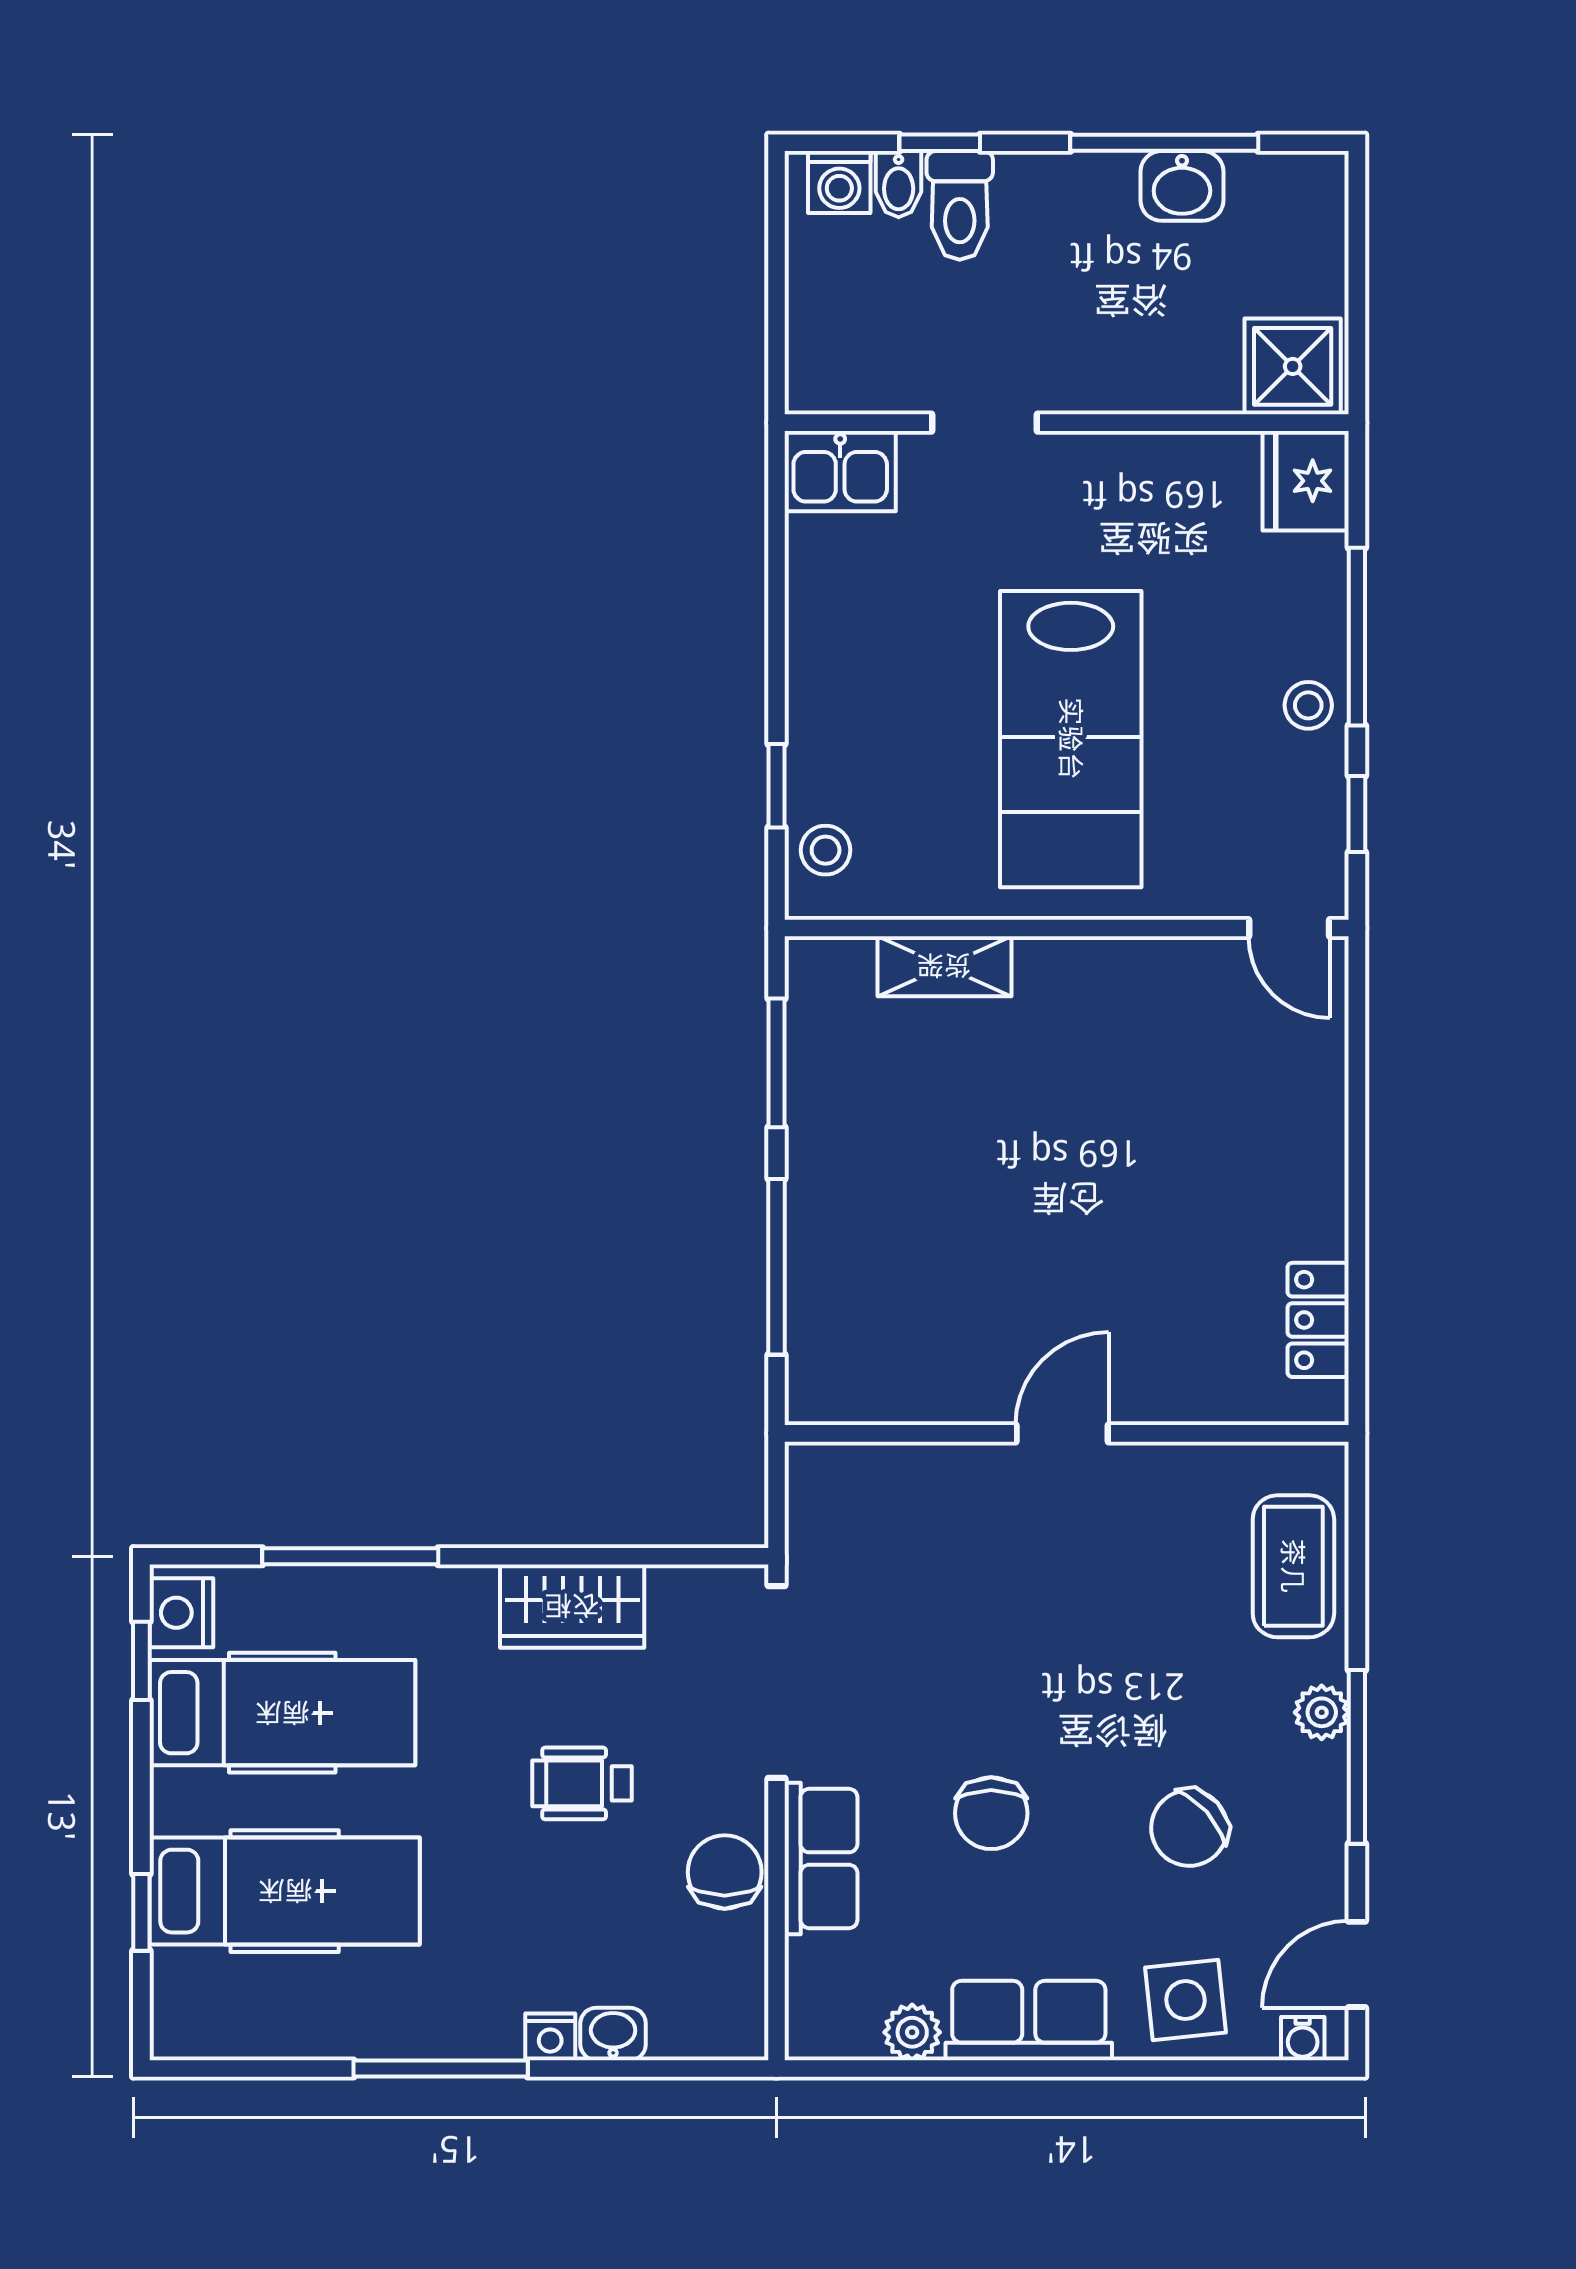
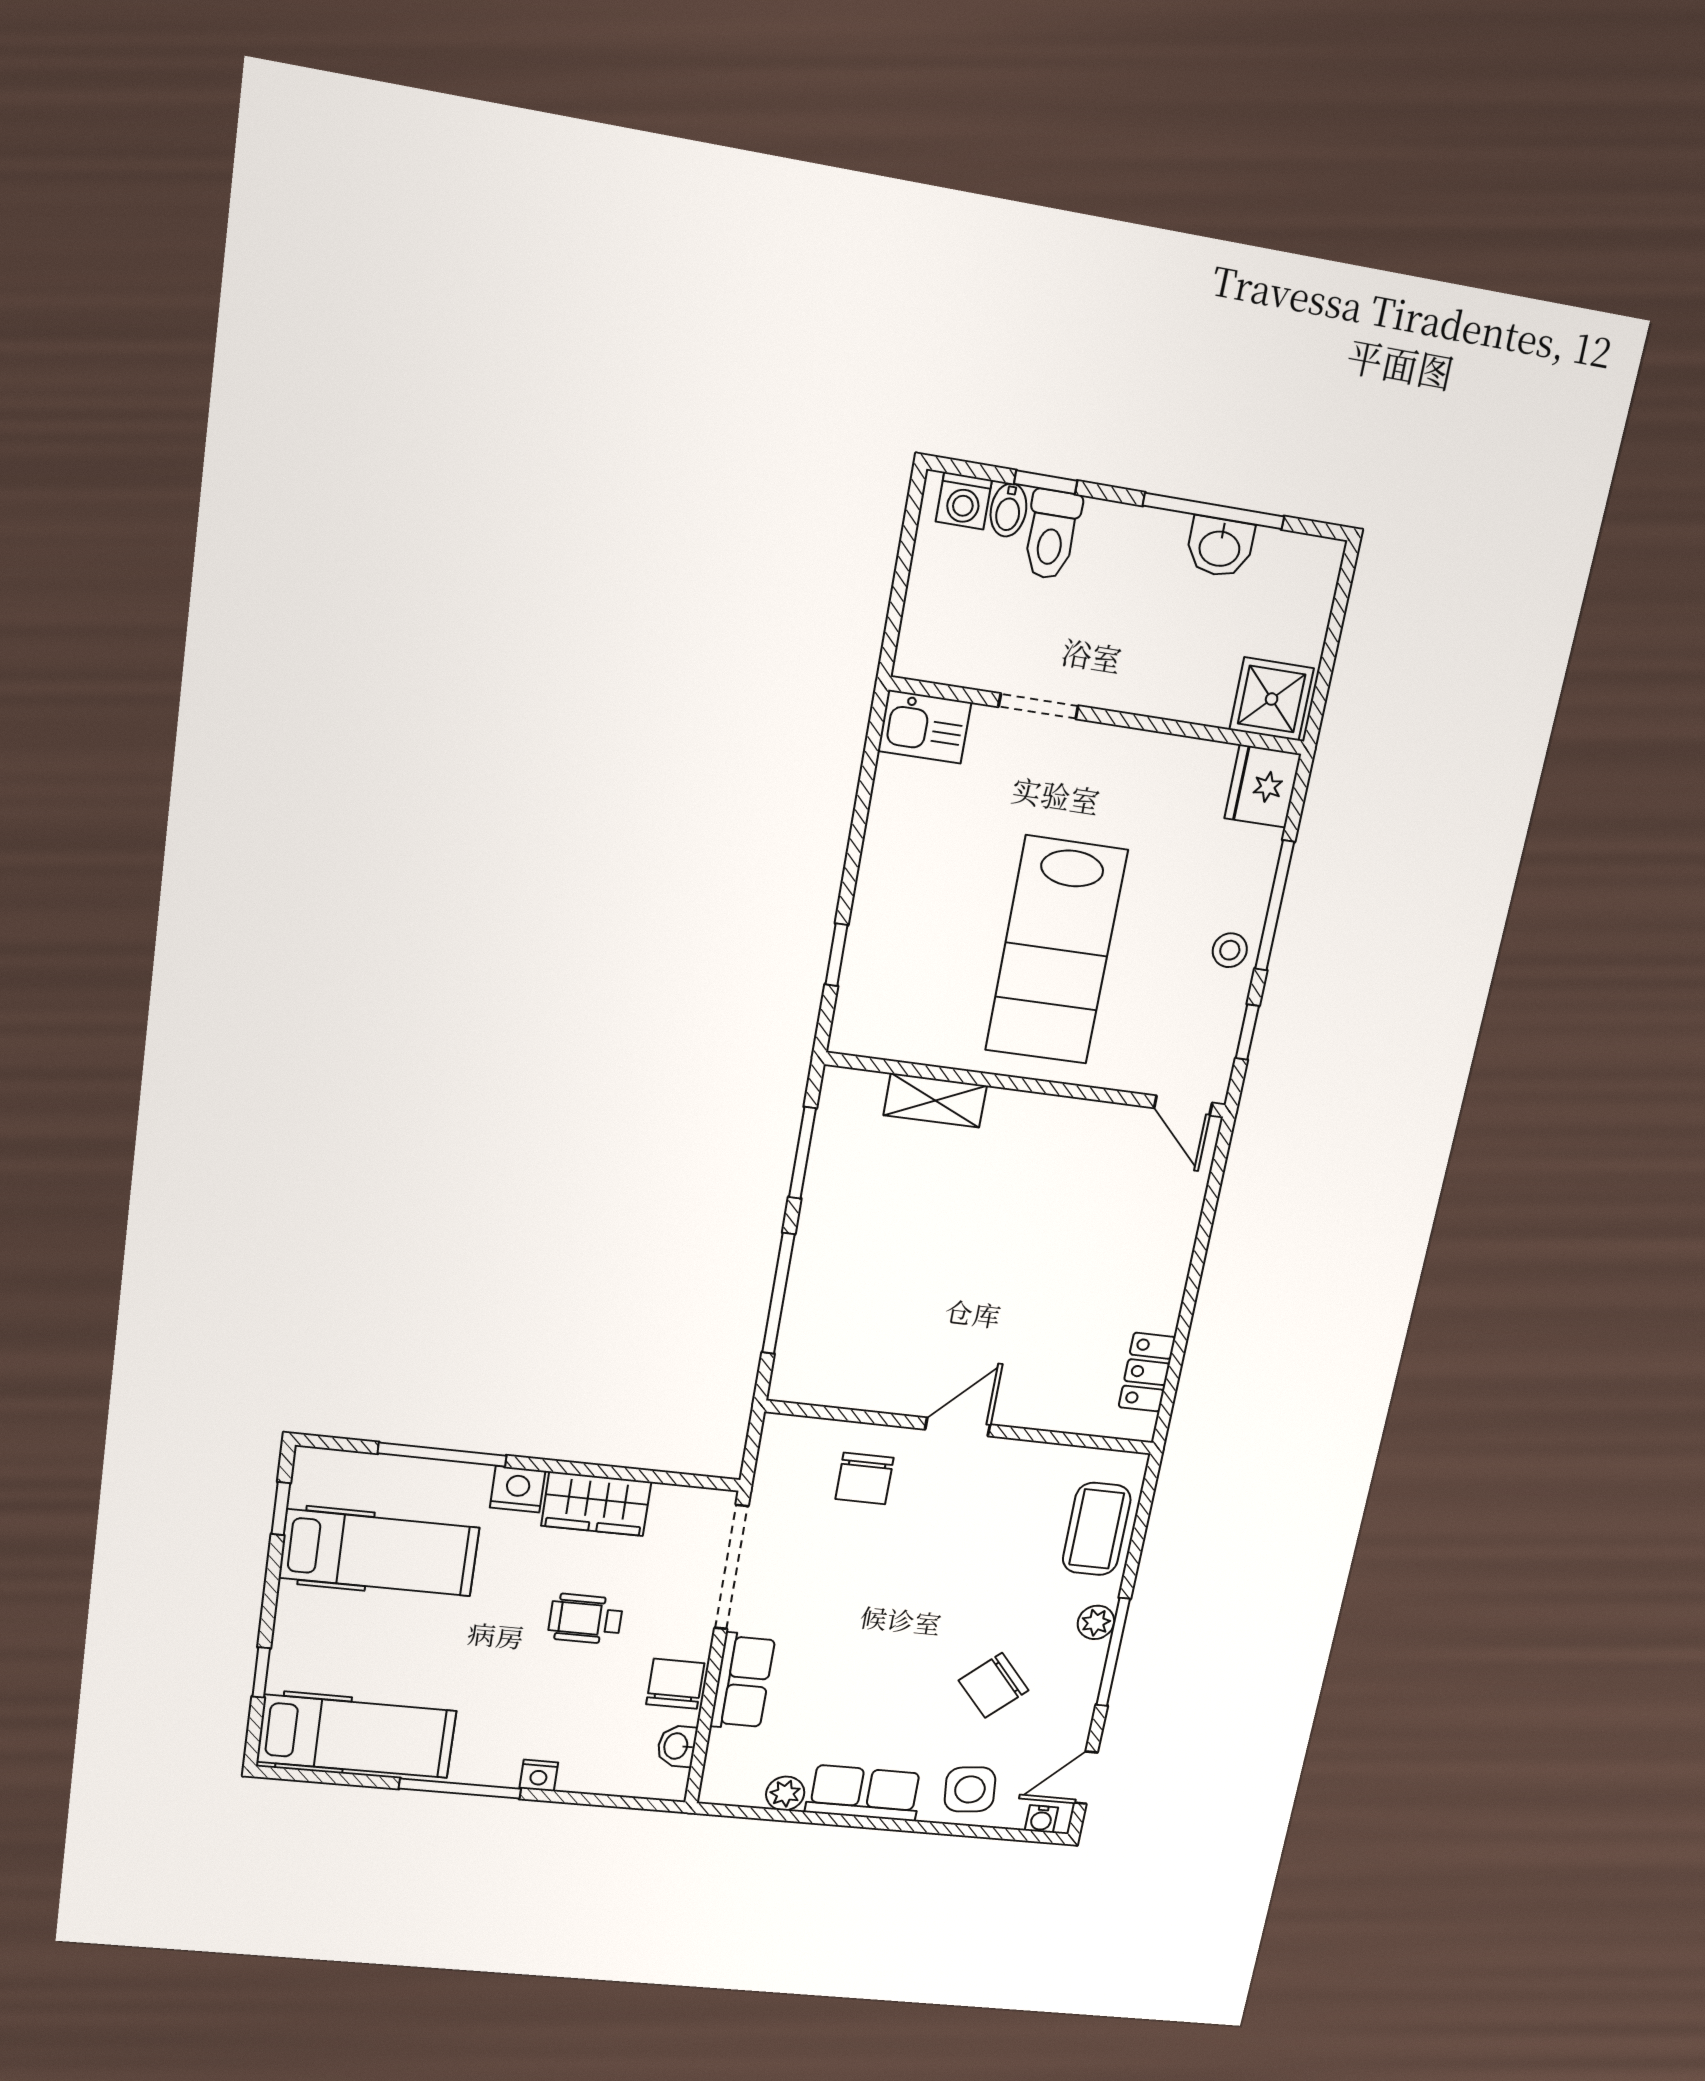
stool: (826, 850) -> (864, 1006), removed
nightstand: (181, 1613) -> (518, 1489), moved, turned 90
chair: (991, 1813) -> (864, 1478), moved
hospital bed: (285, 1891) -> (356, 1736), moved
washbasin: (613, 2034) -> (677, 1746), moved, turned -90

